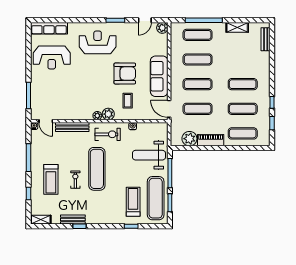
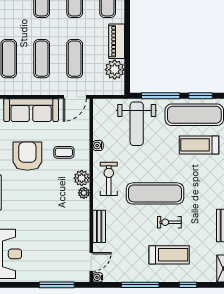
bench: (72, 127) -> (99, 226), width x0.73

